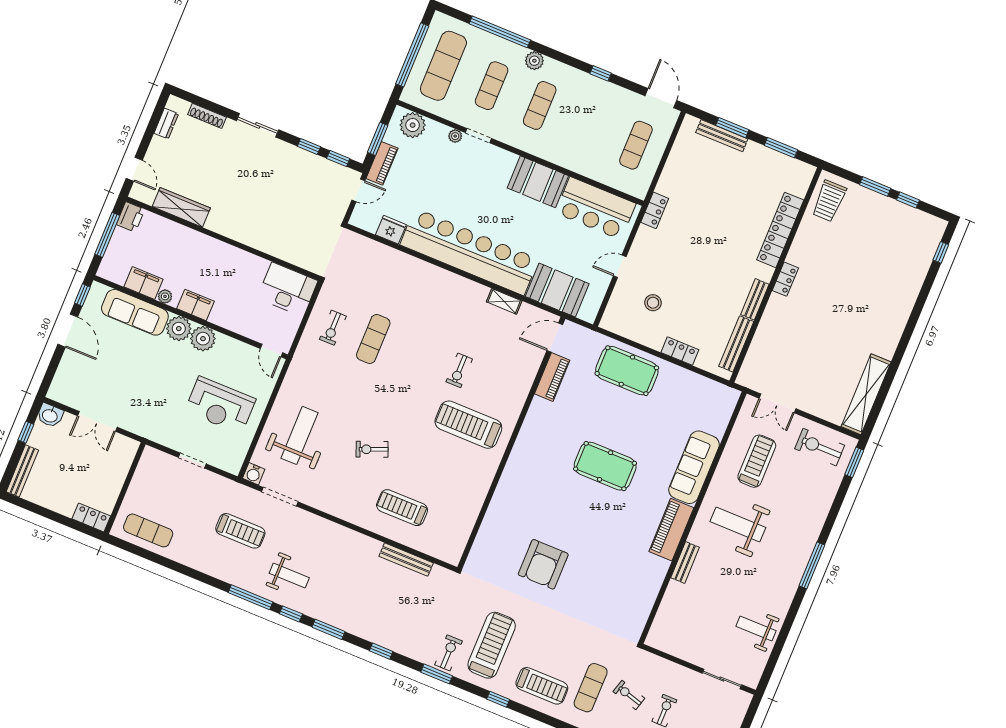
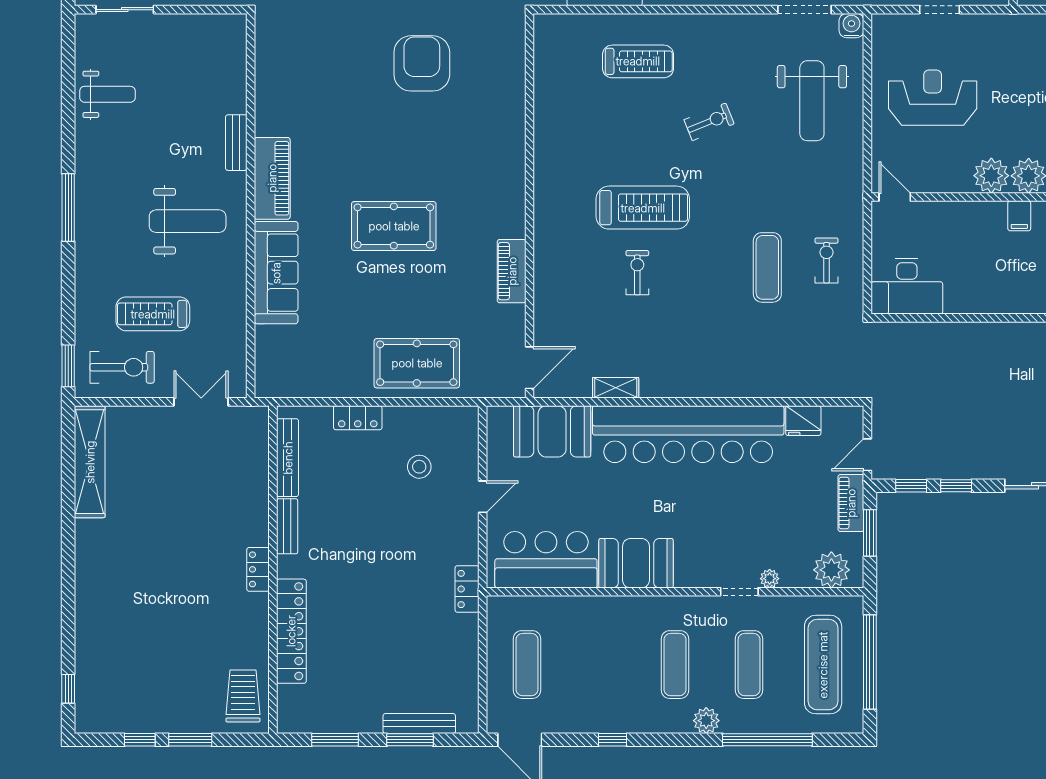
filing cabinet: (196, 305) -> (1019, 216), width x0.50
piano: (552, 377) -> (512, 271), moved
treadmill: (468, 425) -> (643, 208), moved
treadmill: (757, 461) -> (153, 314), moved, turned 90

